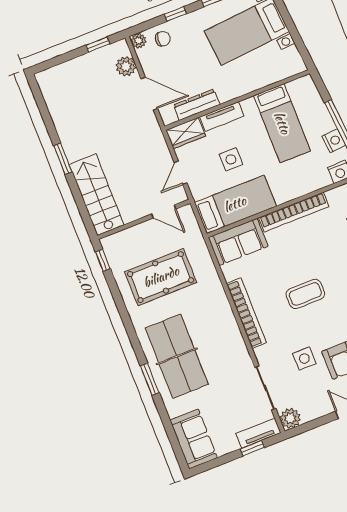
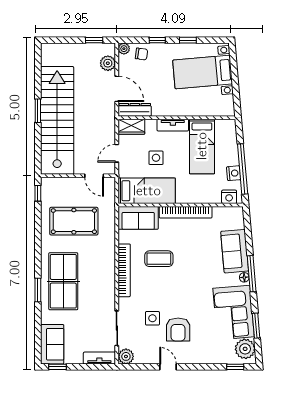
dresser: (197, 105) -> (135, 110), moved
tv unit: (222, 116) -> (173, 125), moved
stairs: (97, 195) -> (57, 120), width x1.86, depth x1.51
coffee table: (305, 294) -> (159, 259), moved
window: (252, 448) -> (58, 367), moved

